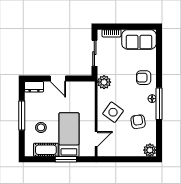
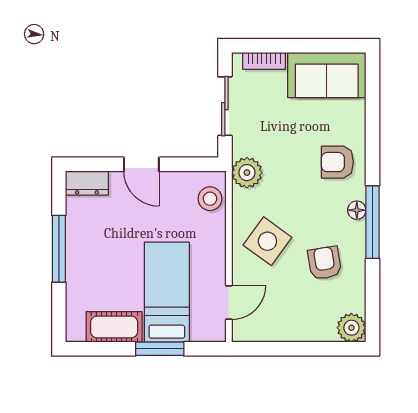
stool: (41, 127) -> (210, 199), moved

